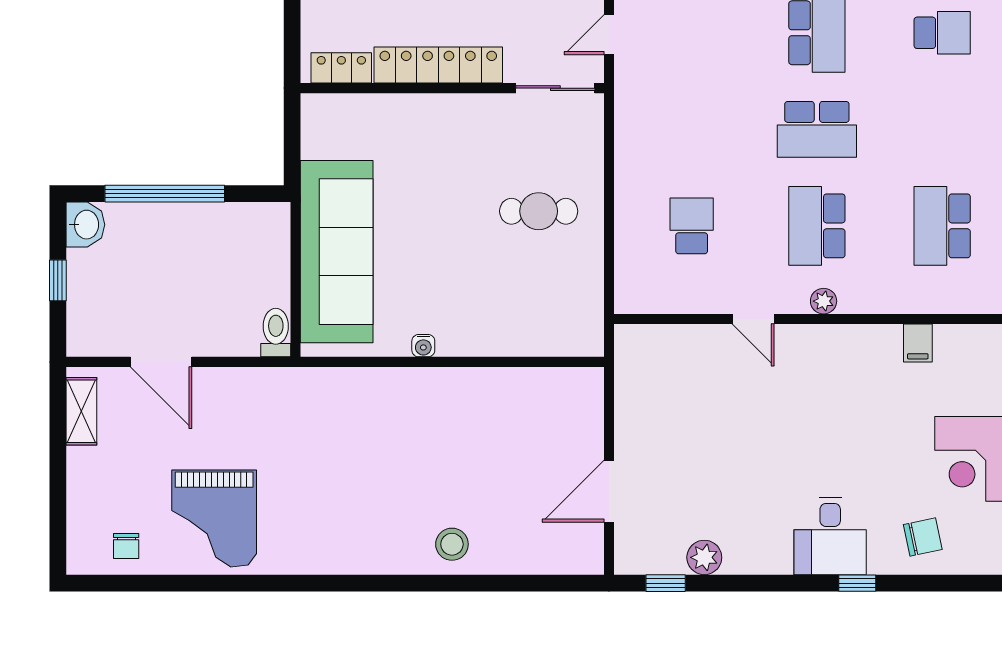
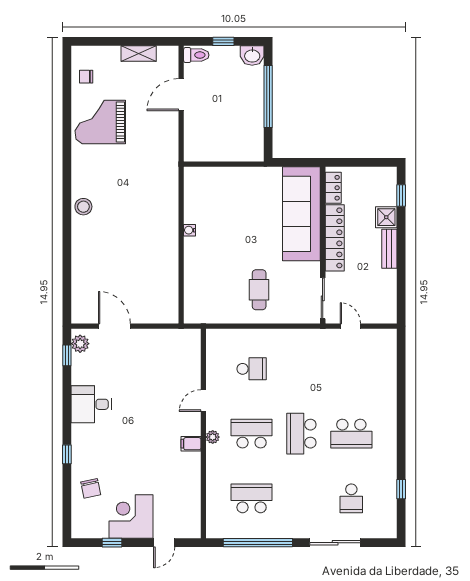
sofa: (337, 252) -> (301, 214), moved, turned 90
toilet: (276, 333) -> (196, 55), moved
filing cabinet: (918, 343) -> (191, 444), moved
shelving: (81, 411) -> (139, 53), moved
desk: (830, 536) -> (91, 404), moved
stool: (452, 544) -> (83, 207), moved
plant: (704, 557) -> (80, 344), moved

